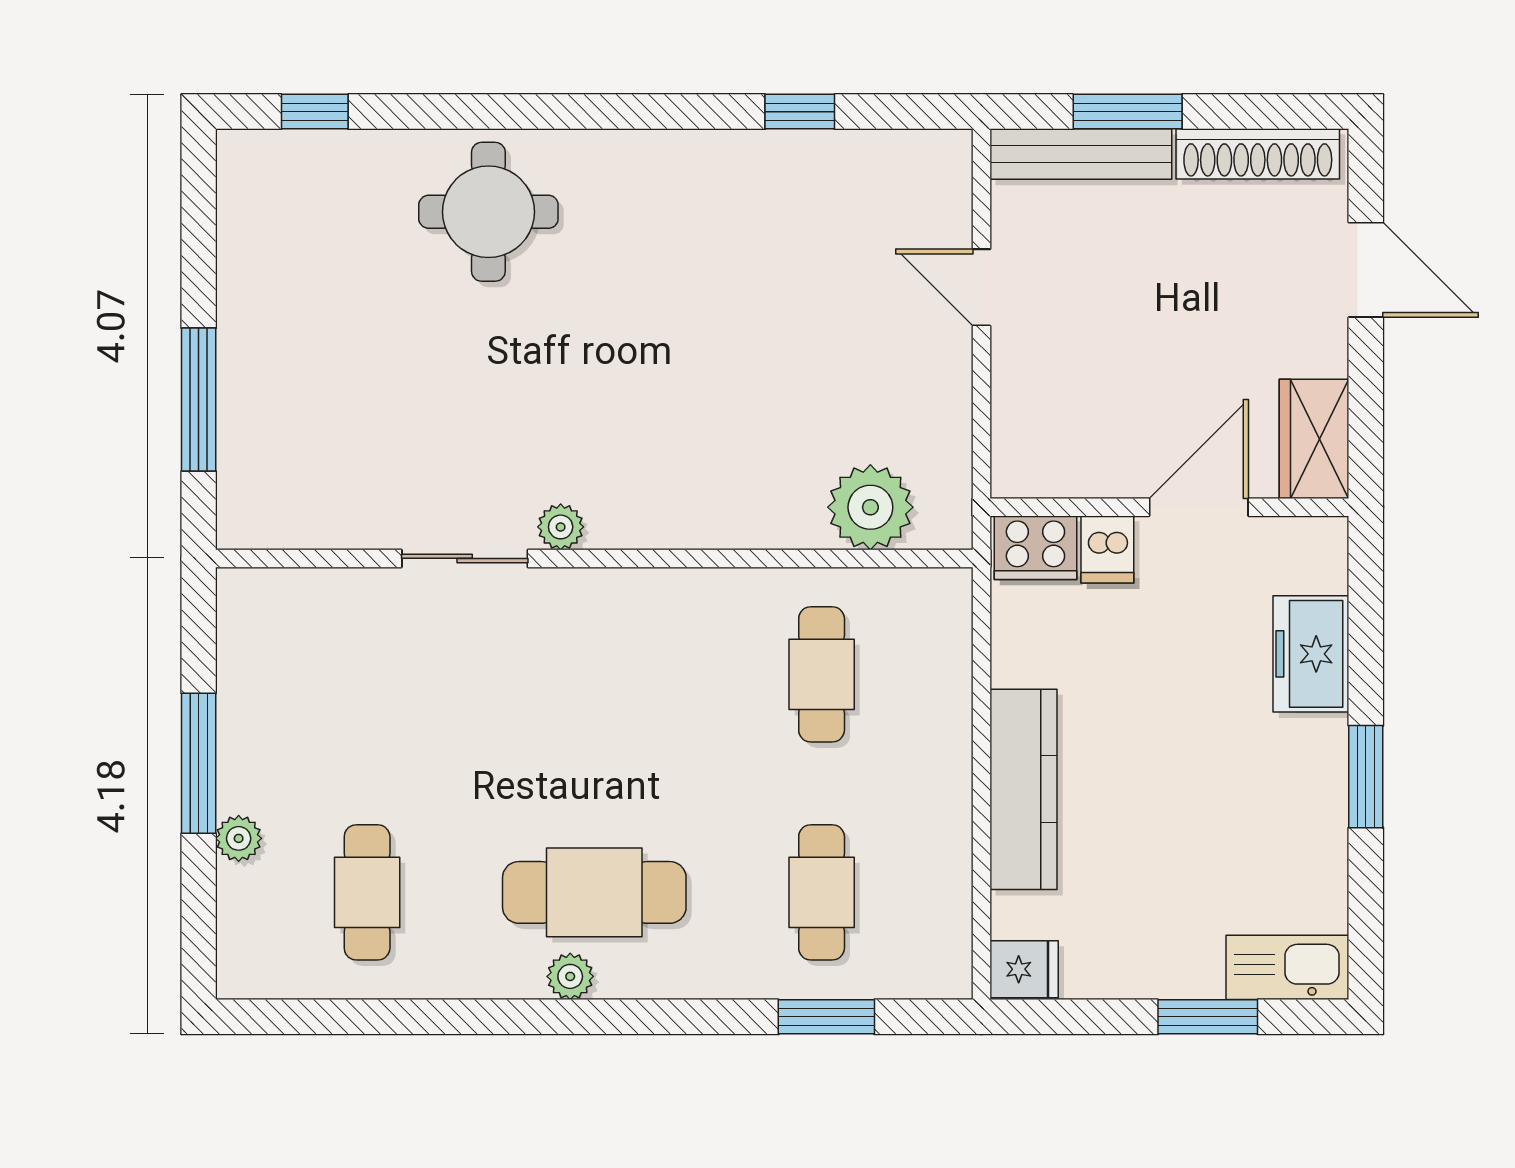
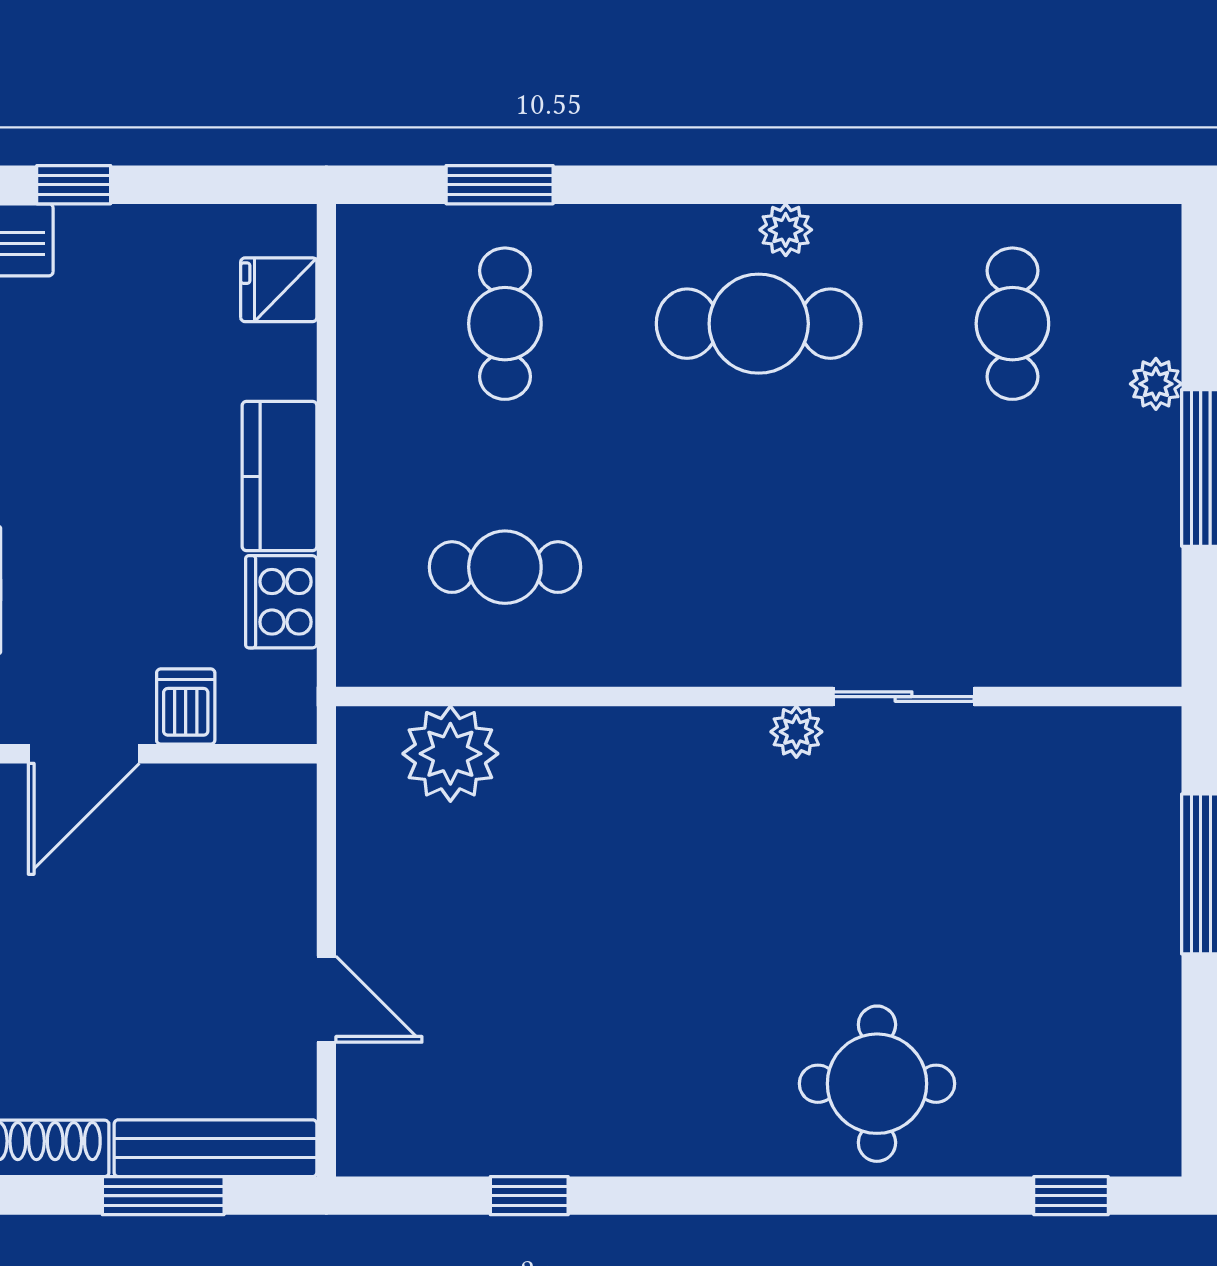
cooker: (1035, 548) -> (281, 602), moved, turned -90
cafe table: (822, 674) -> (505, 567), turned 90
kitchen counter: (1023, 789) -> (280, 476), width x0.67
fridge: (1024, 969) -> (279, 290), moved
window: (1208, 1017) -> (74, 185), width x0.67

